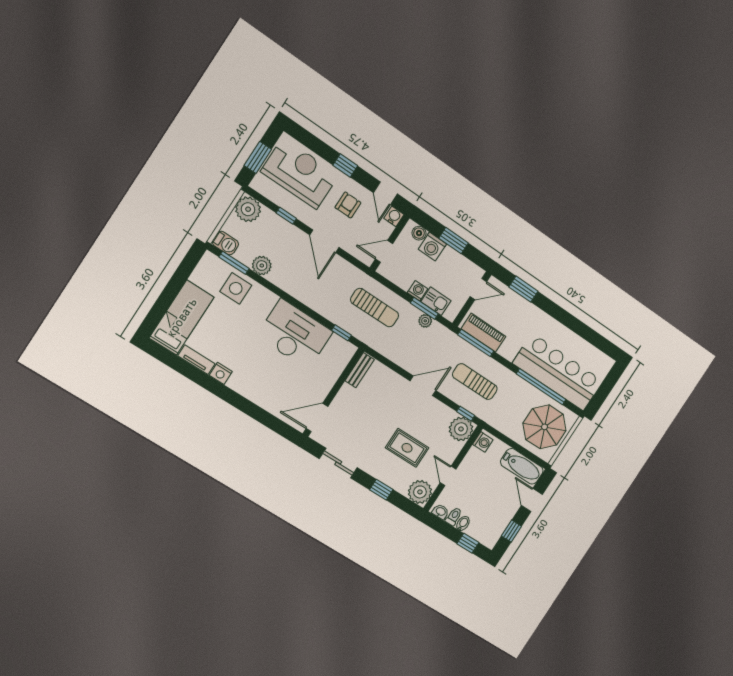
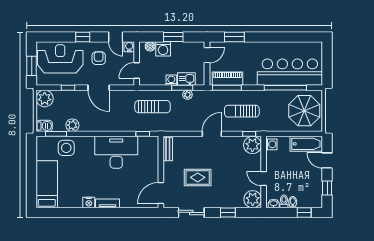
tv unit: (196, 360) -> (107, 203), moved
rug: (407, 448) -> (198, 177), moved

